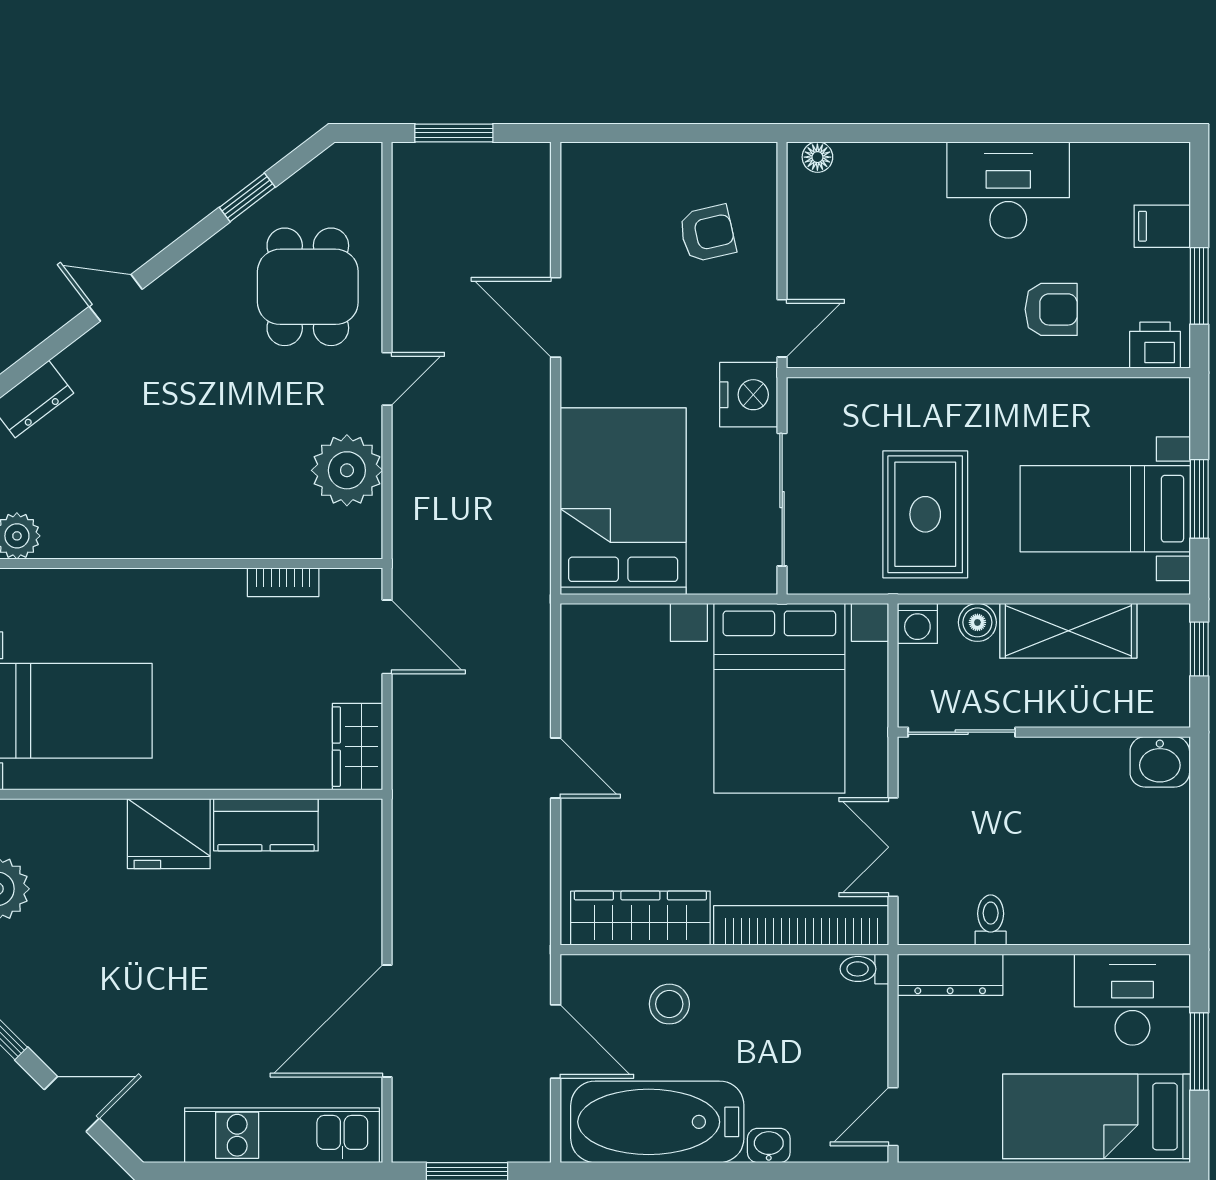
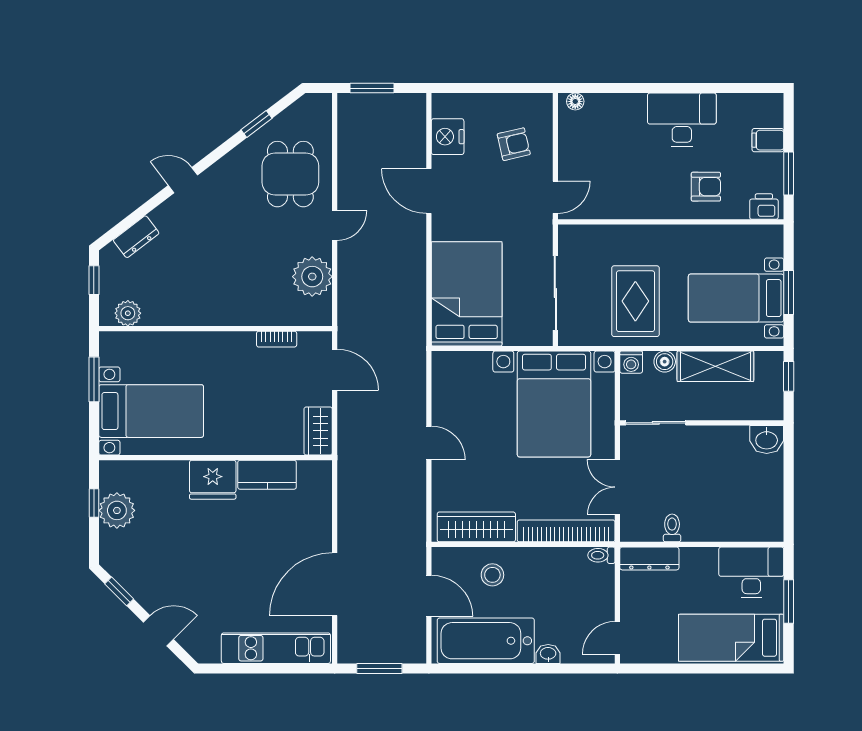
nightstand: (749, 395) -> (448, 137), moved, turned 180

